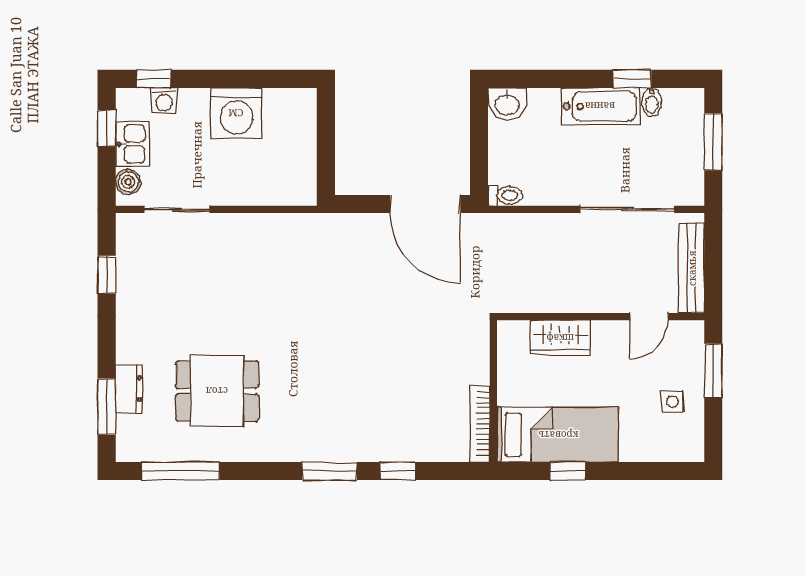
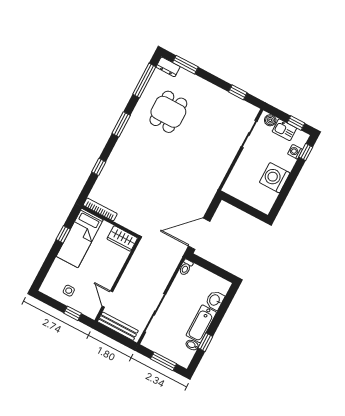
washbasin: (507, 104) -> (215, 300), moved
wardrobe: (560, 338) -> (122, 238), moved, turned -90
window: (713, 371) -> (73, 313), width x0.67
dresser: (129, 389) -> (168, 67), moved
window: (330, 471) -> (121, 124), moved

